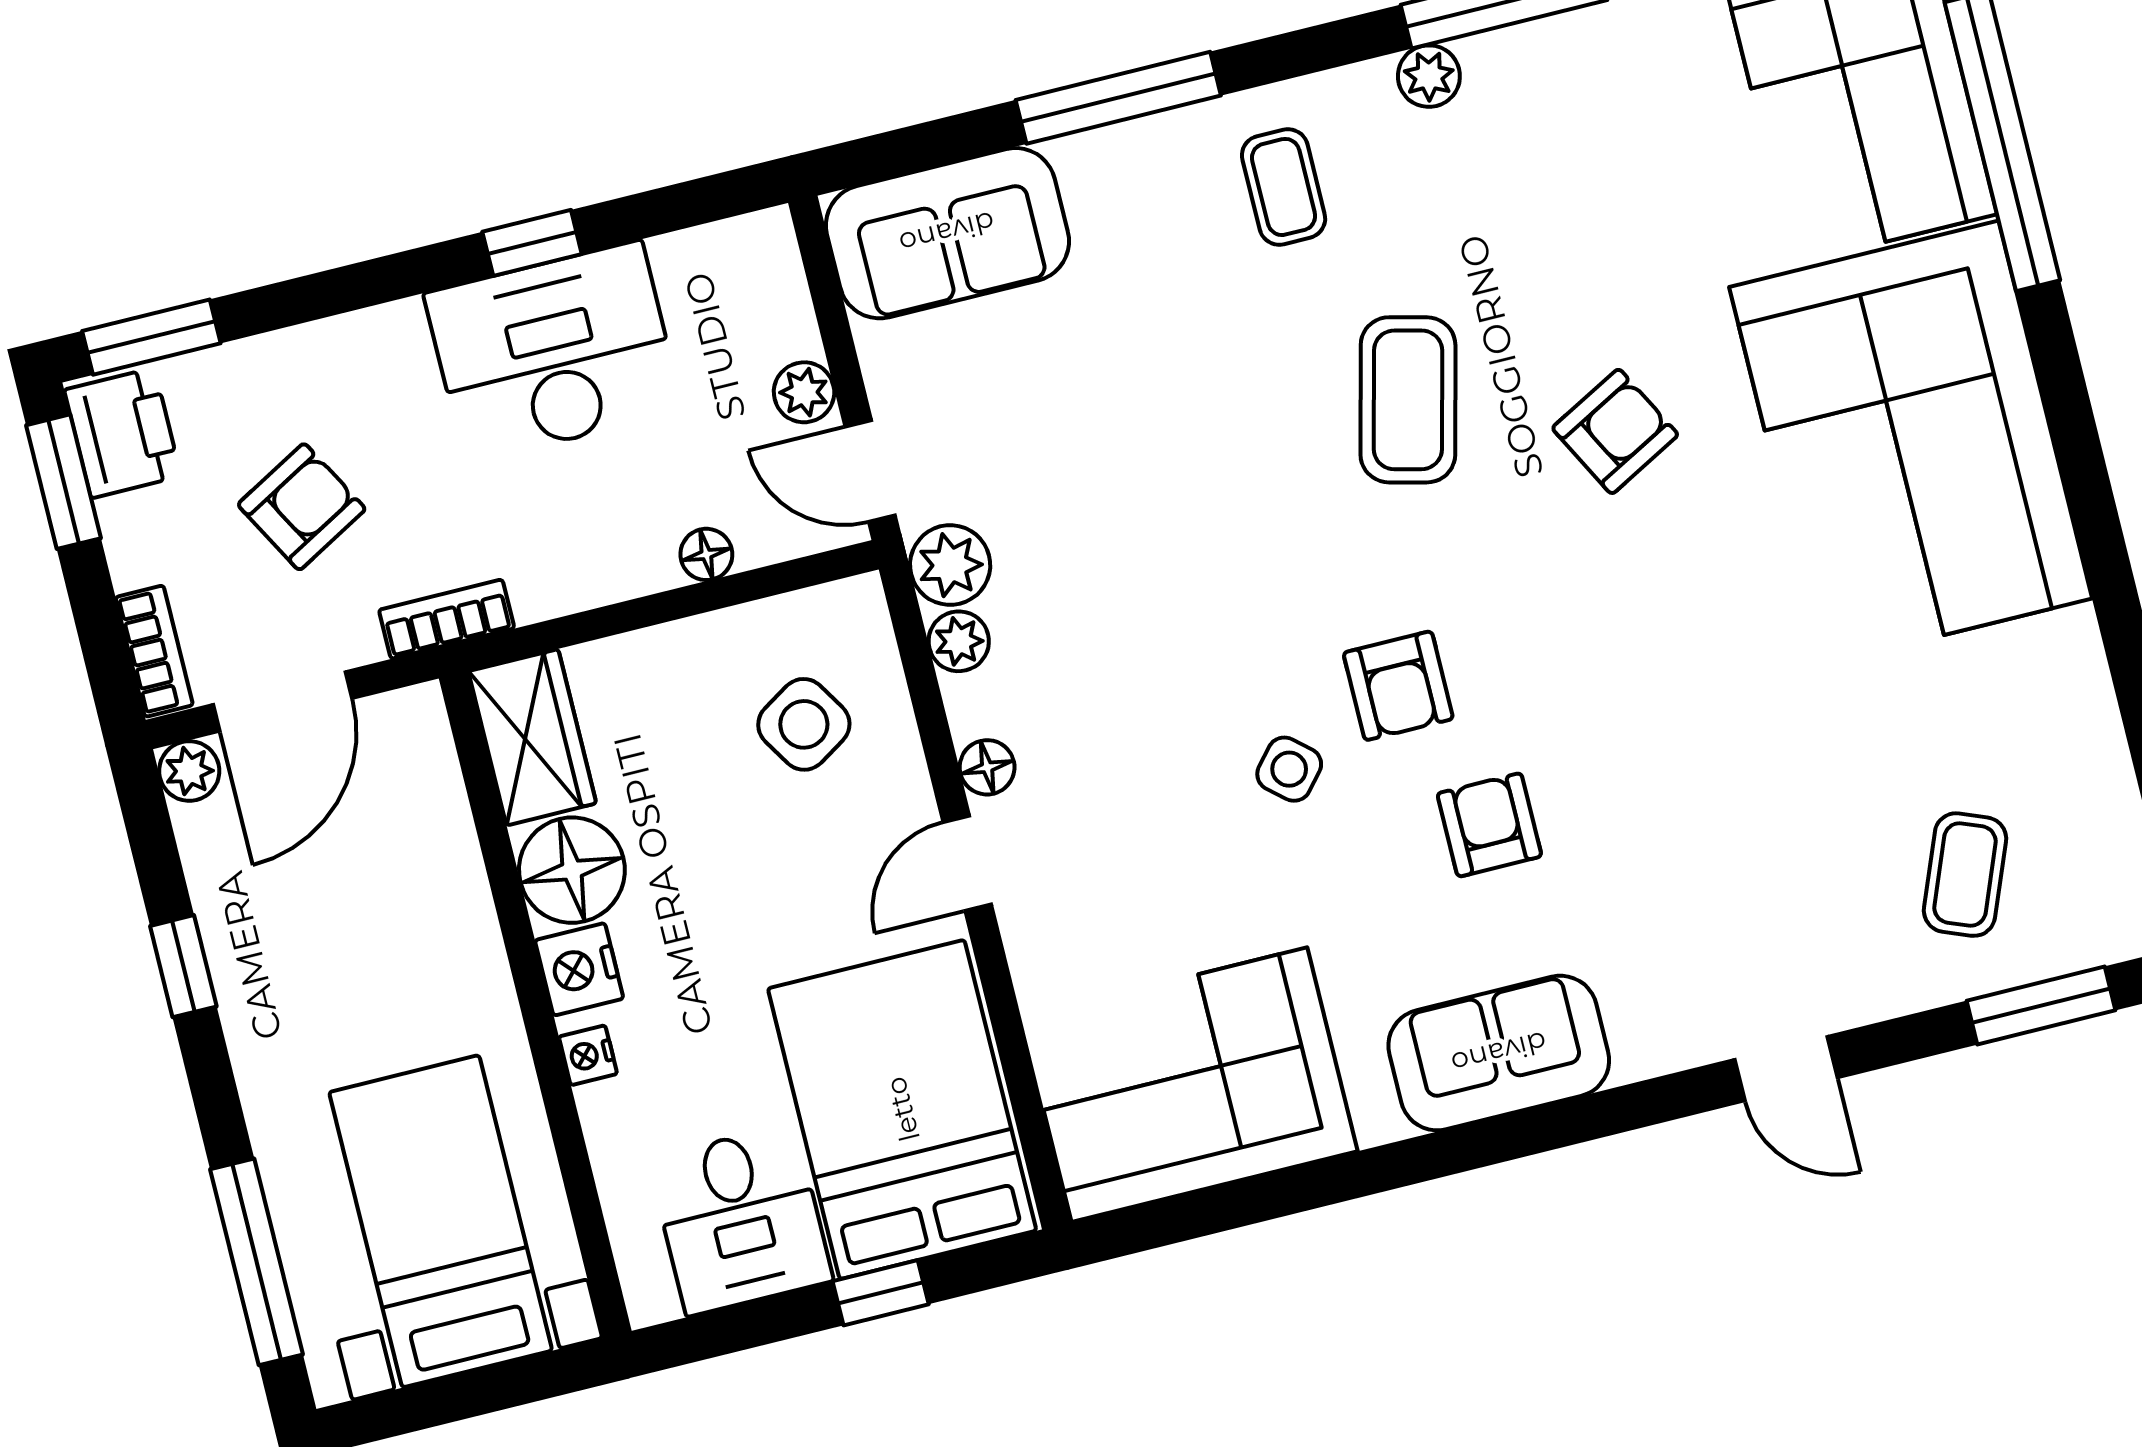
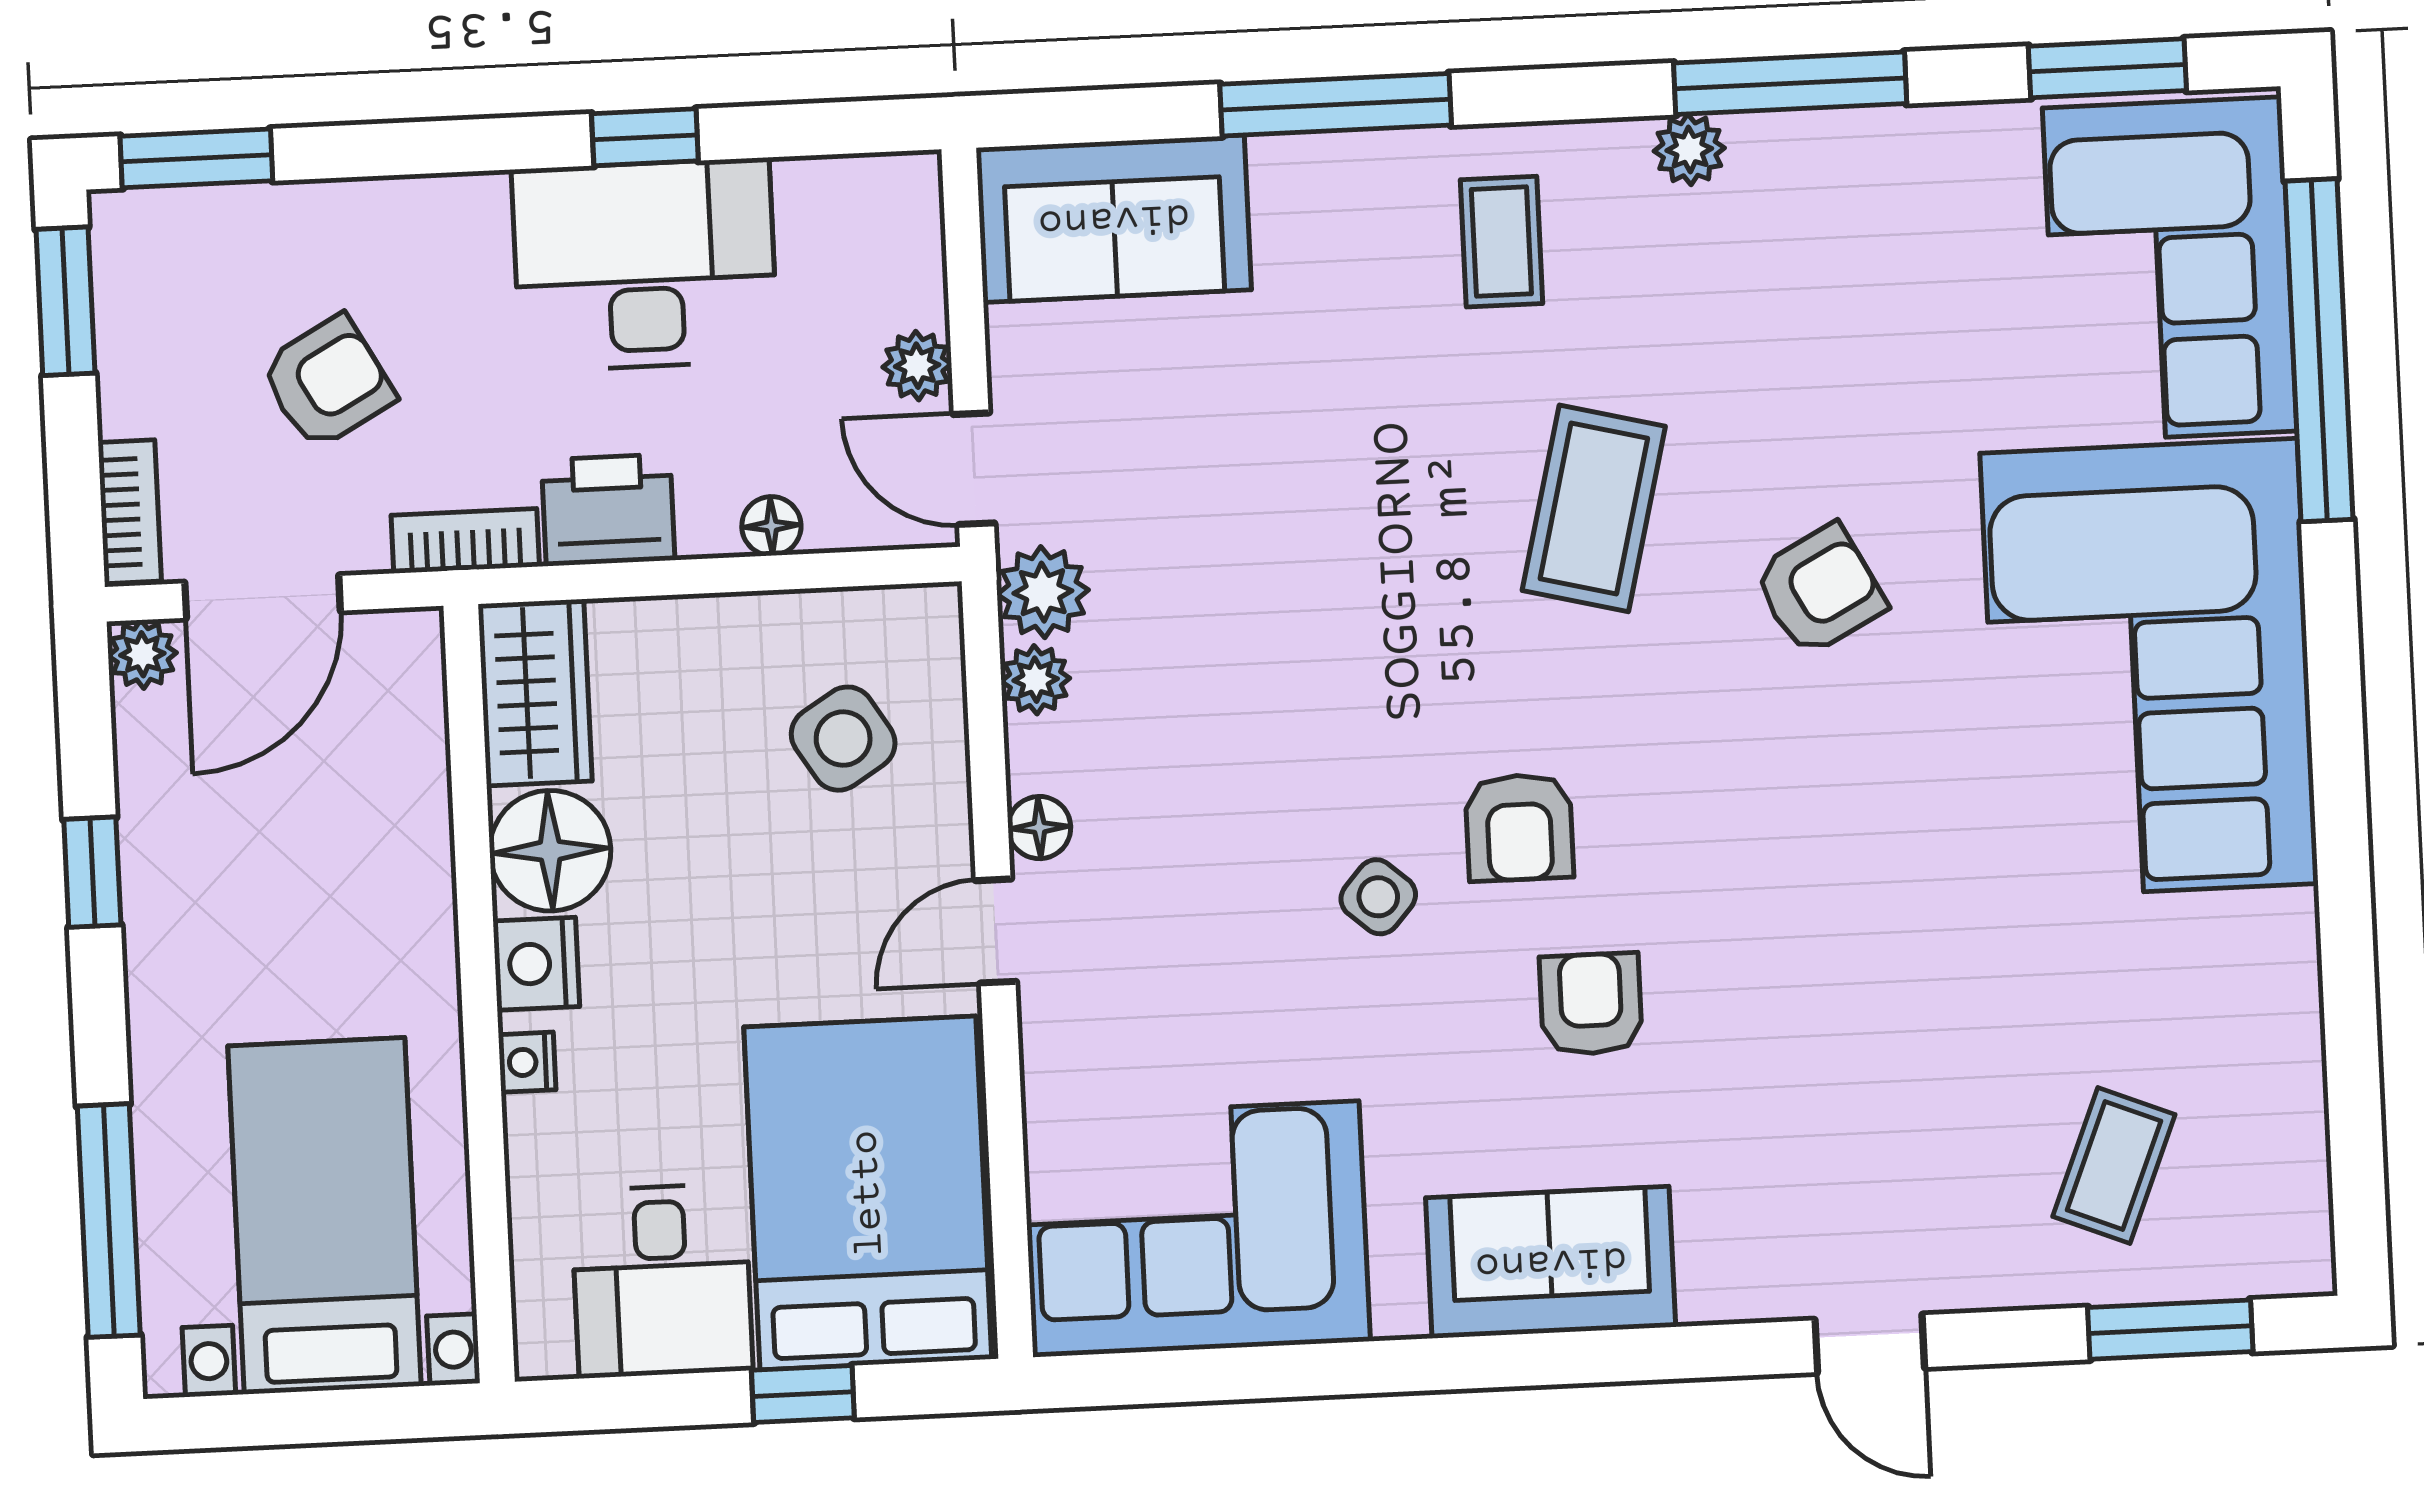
printer: (123, 433) -> (608, 510), moved, turned -90

